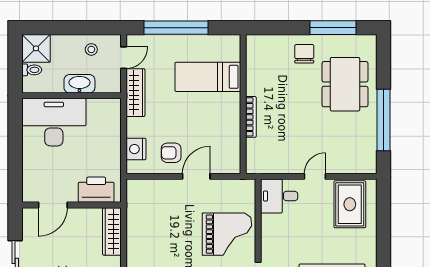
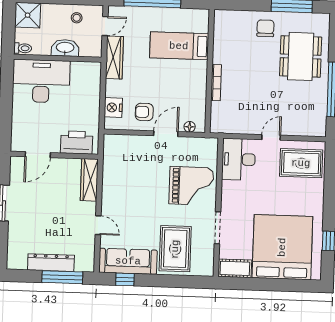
toilet: (32, 70) -> (23, 48), moved
floor lamp: (223, 168) -> (190, 127), added
desk: (279, 196) -> (239, 159), width x1.37
rug: (350, 204) -> (301, 163), turned 90

